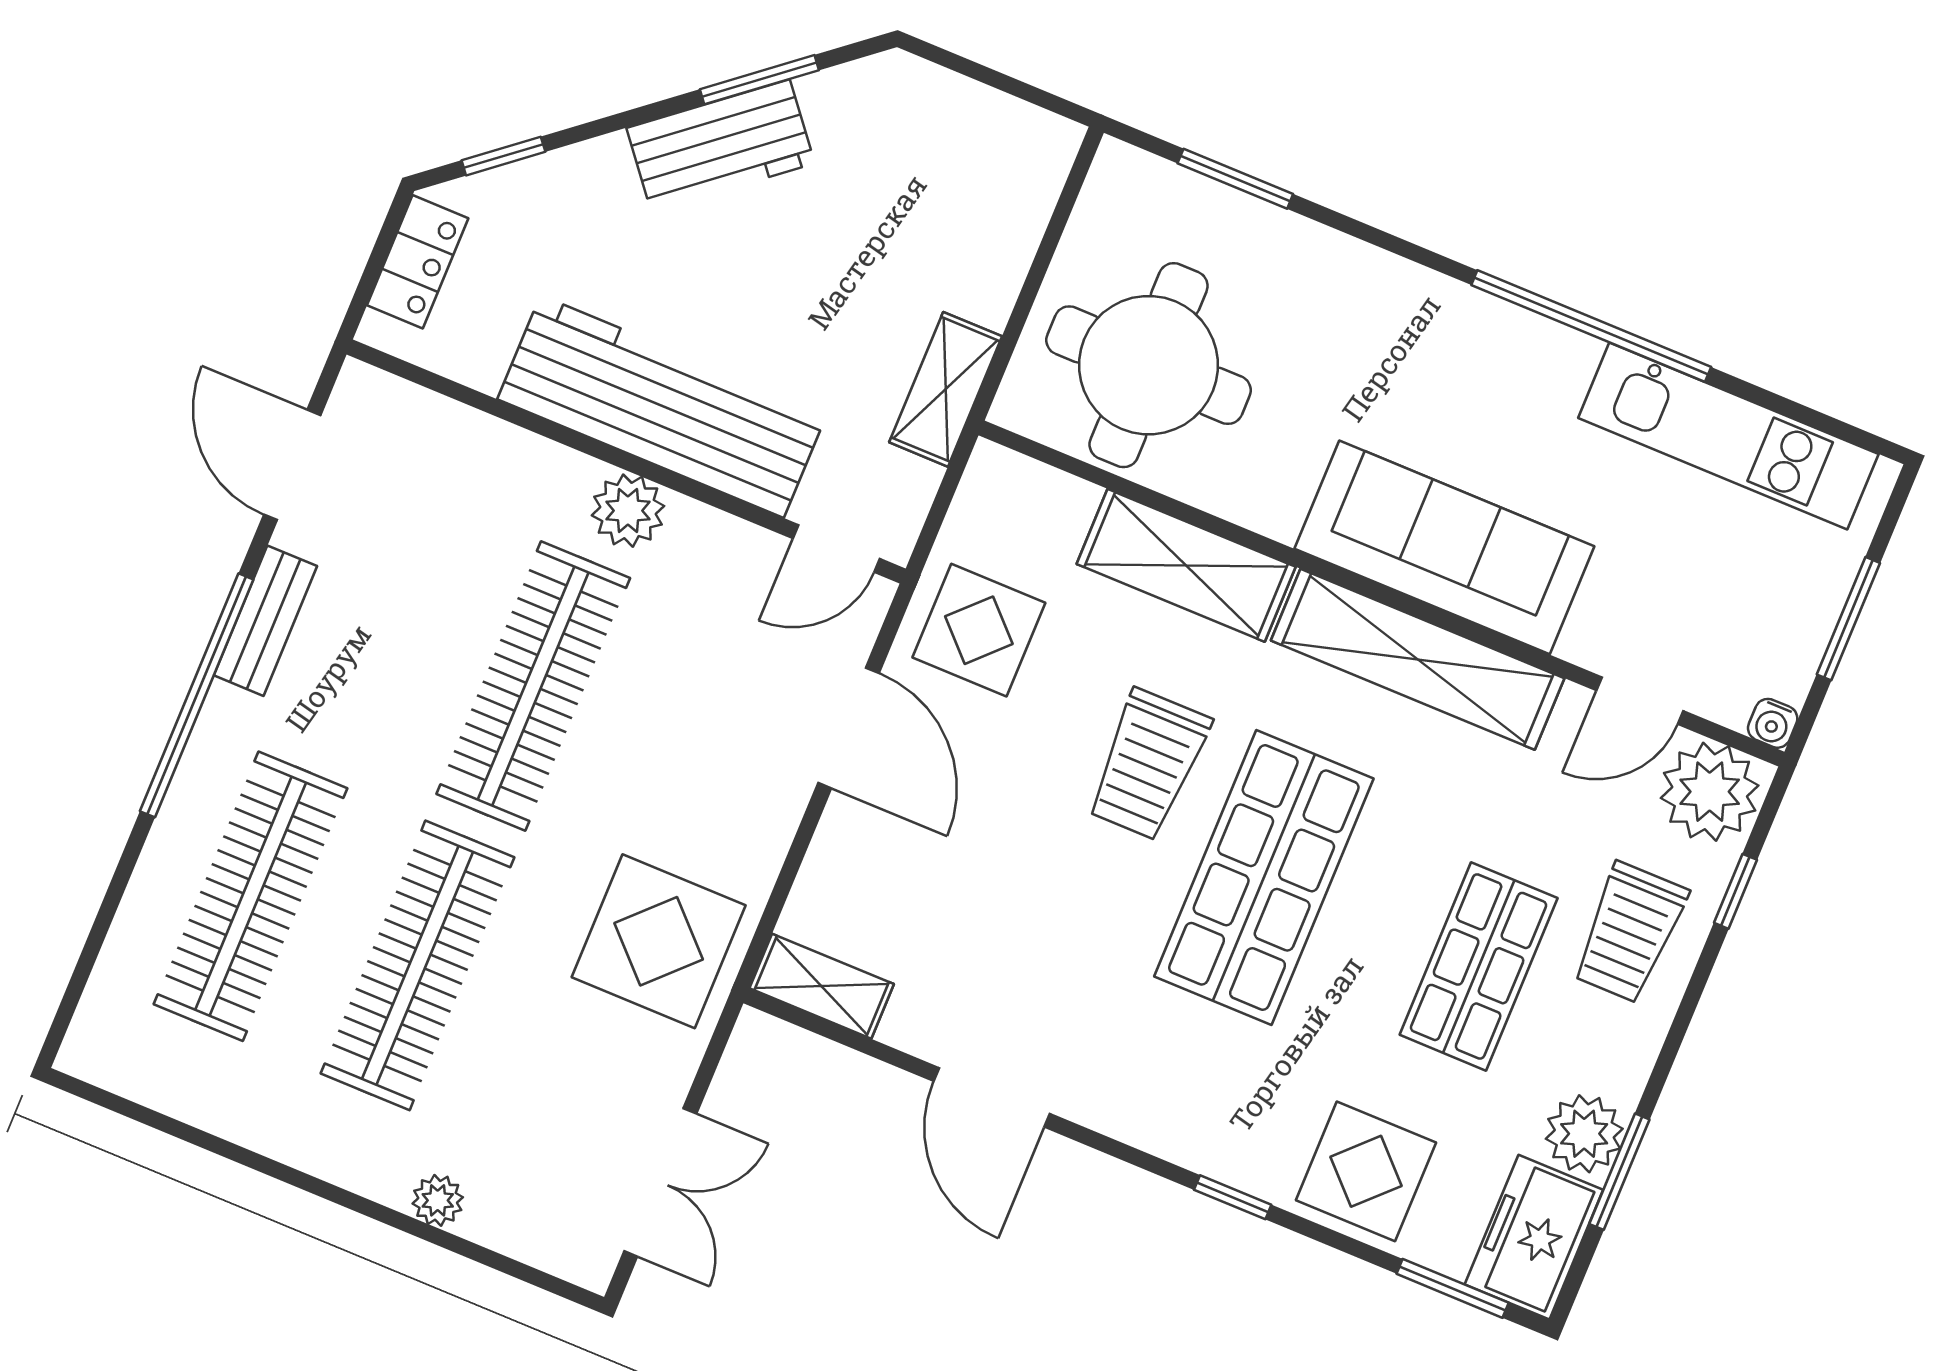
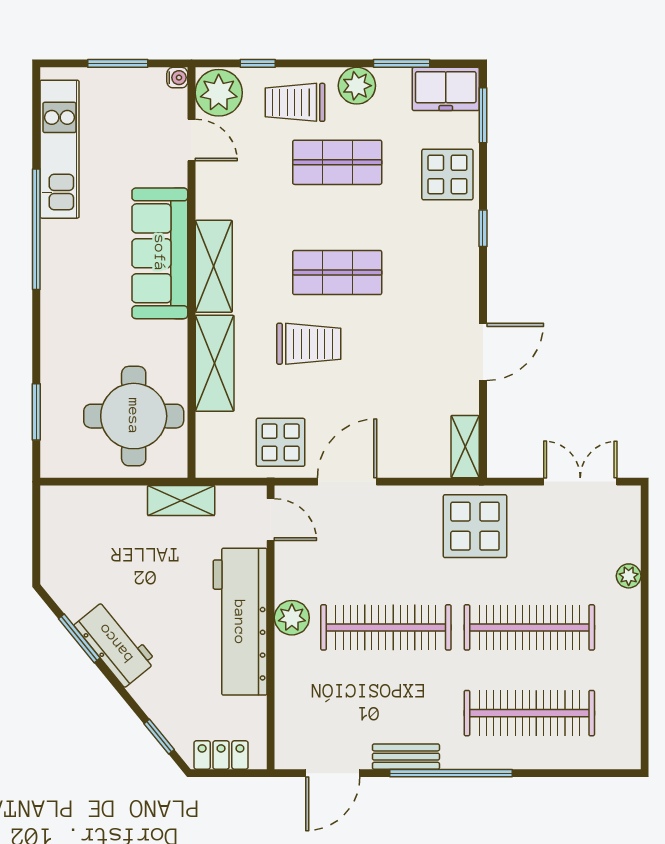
shelving: (1418, 659) -> (214, 266), width x0.68
shop shelf: (1264, 878) -> (337, 273), width x0.70, depth x0.74
trolley: (1629, 933) -> (295, 102), turned 180
plant: (1584, 1134) -> (357, 86), moved

